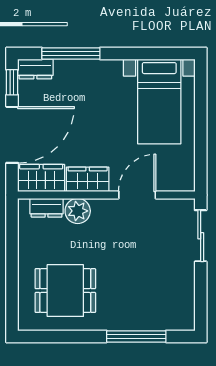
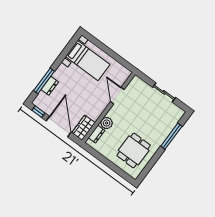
dresser: (35, 69) -> (50, 86), moved
wardrobe: (88, 179) -> (97, 110), removed
sliding door: (201, 236) -> (164, 92), moved

